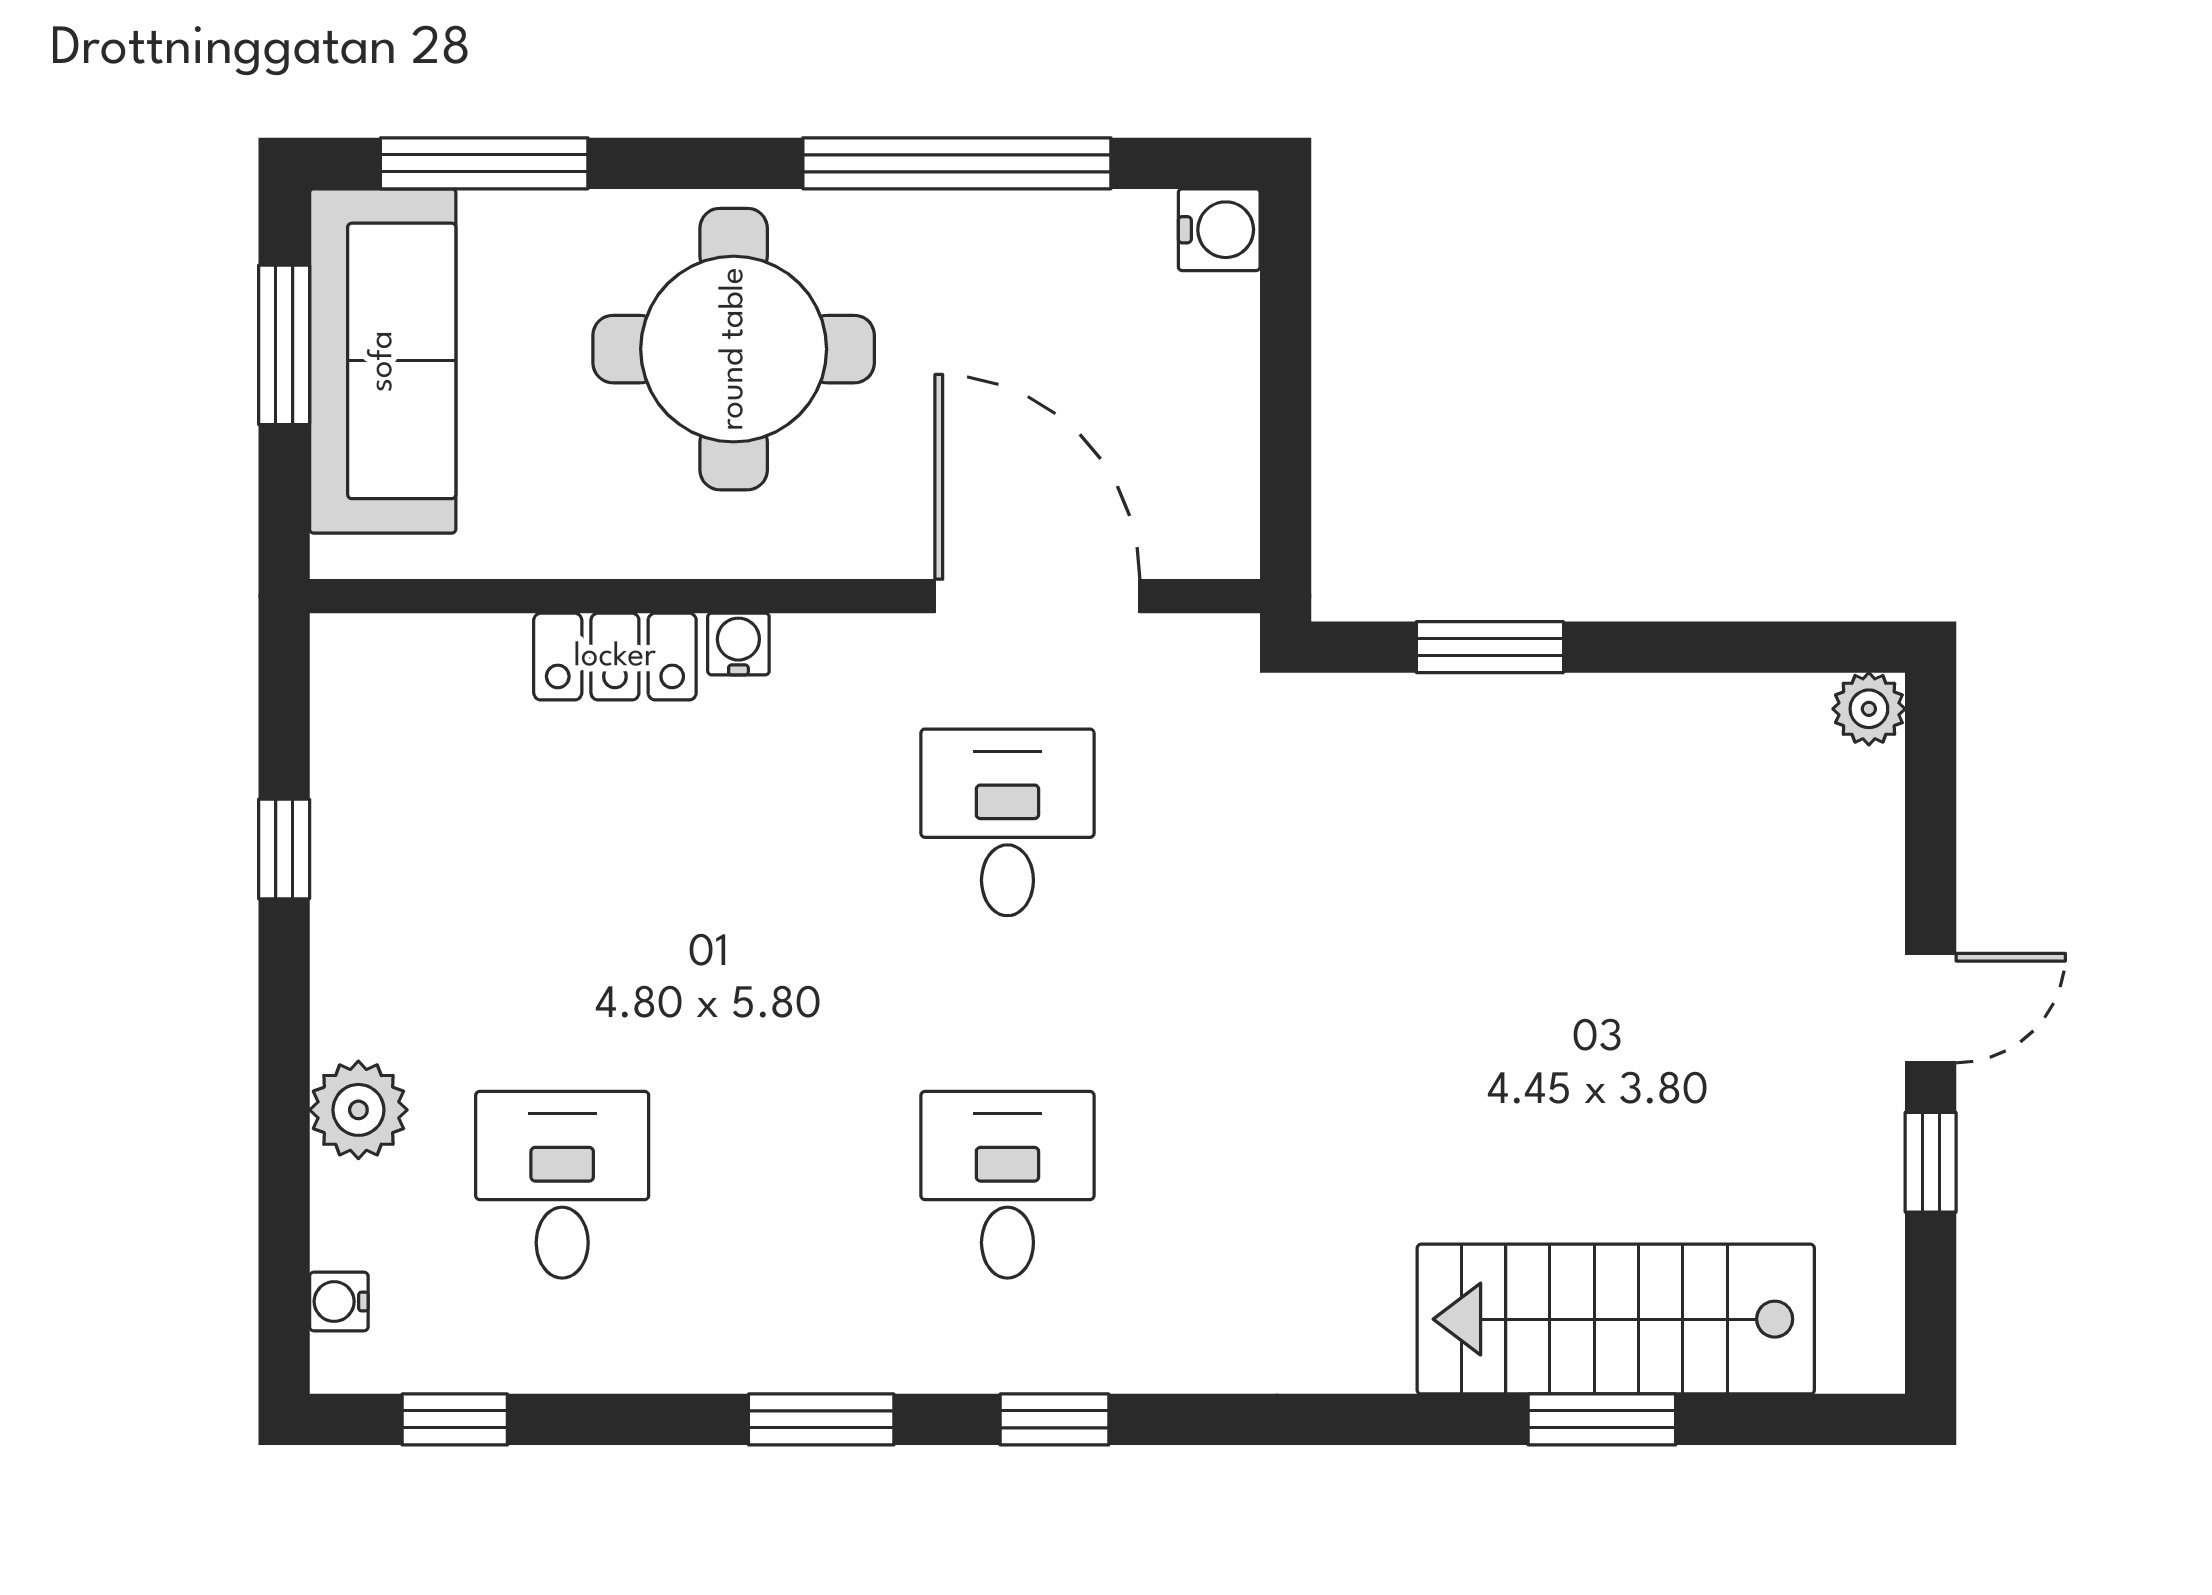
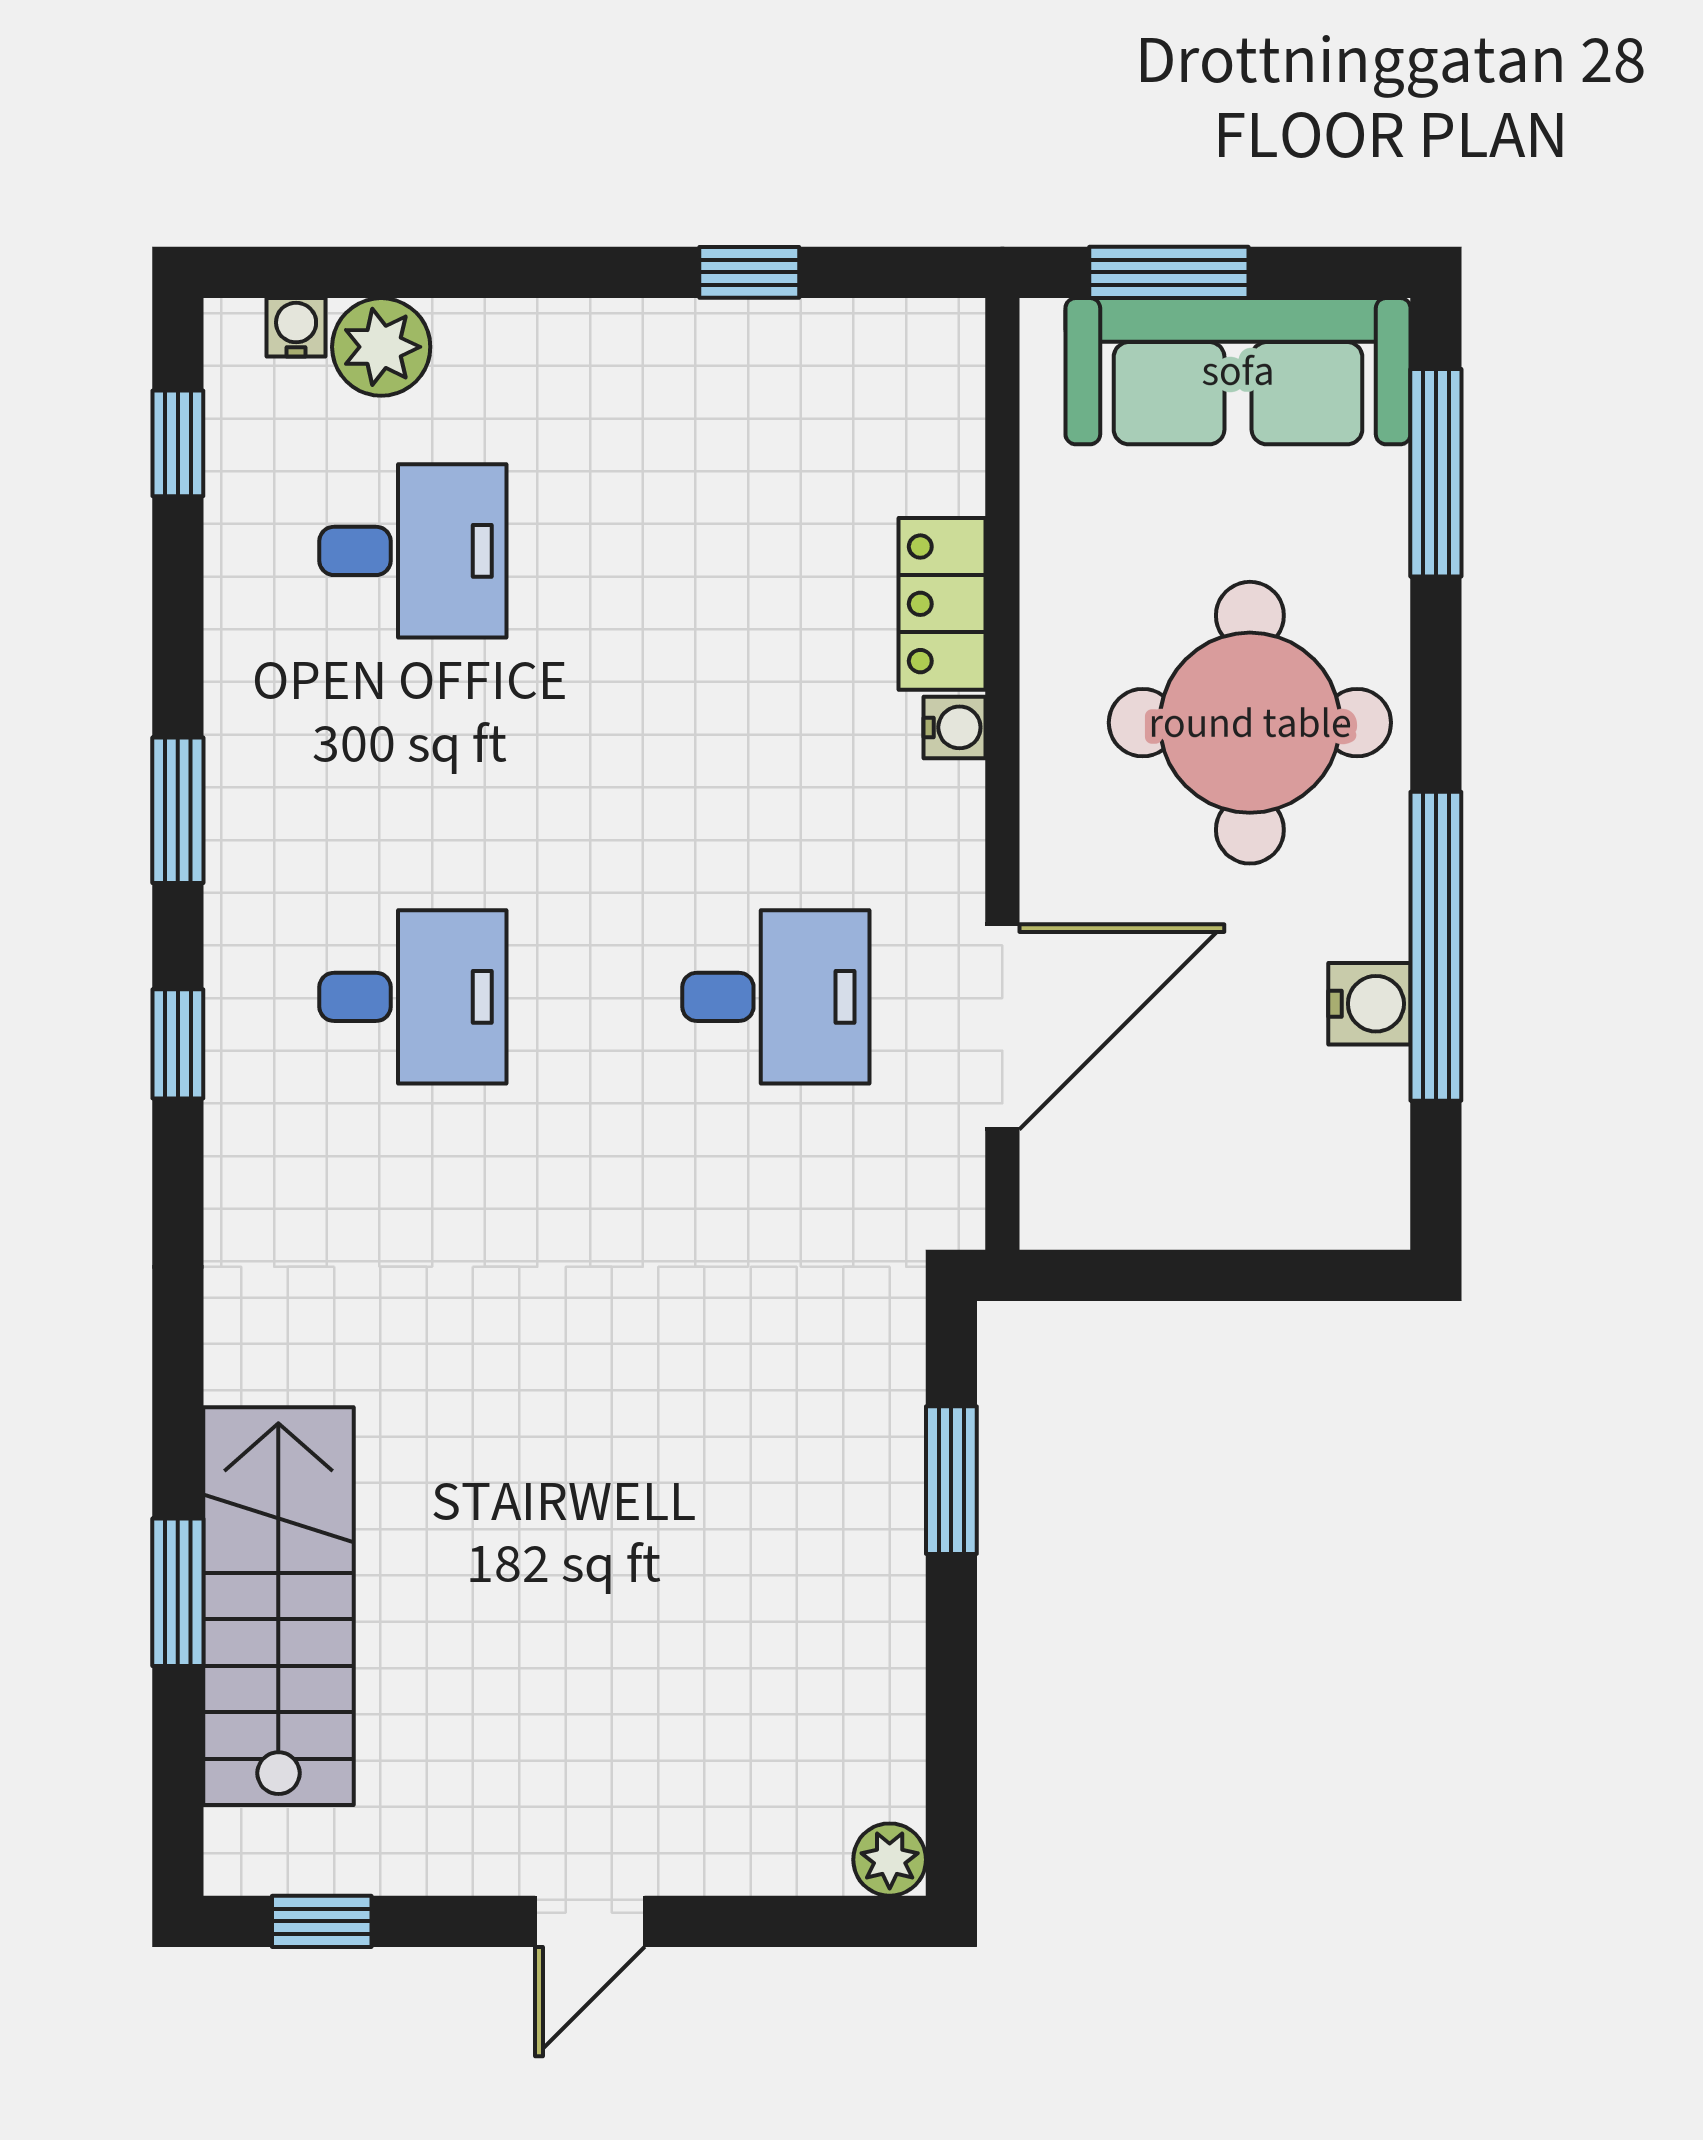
water cooler: (1219, 230) -> (1369, 1004), moved, turned -90
window: (284, 345) -> (1169, 272), moved
door: (1931, 1008) -> (590, 1921), hinge flipped
plant: (358, 1110) -> (381, 347), moved
window: (1931, 1162) -> (322, 1921), moved

